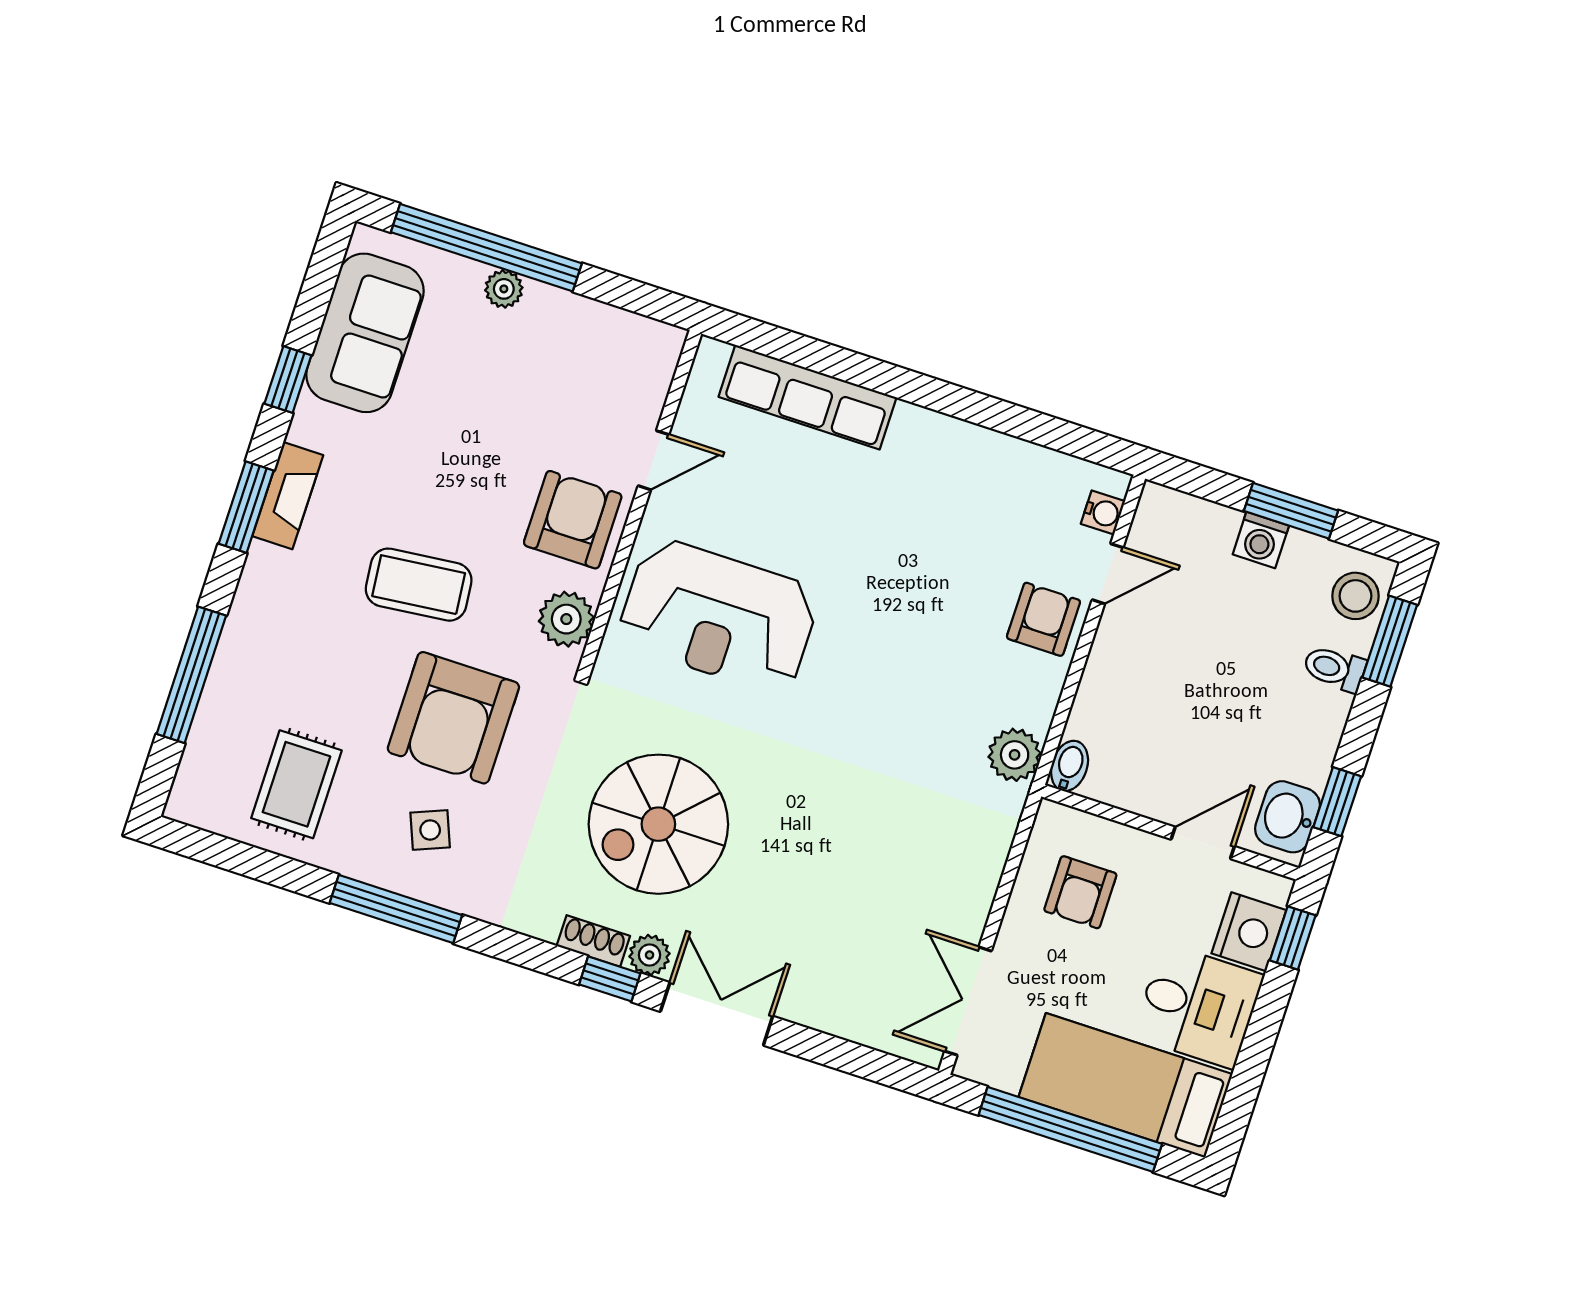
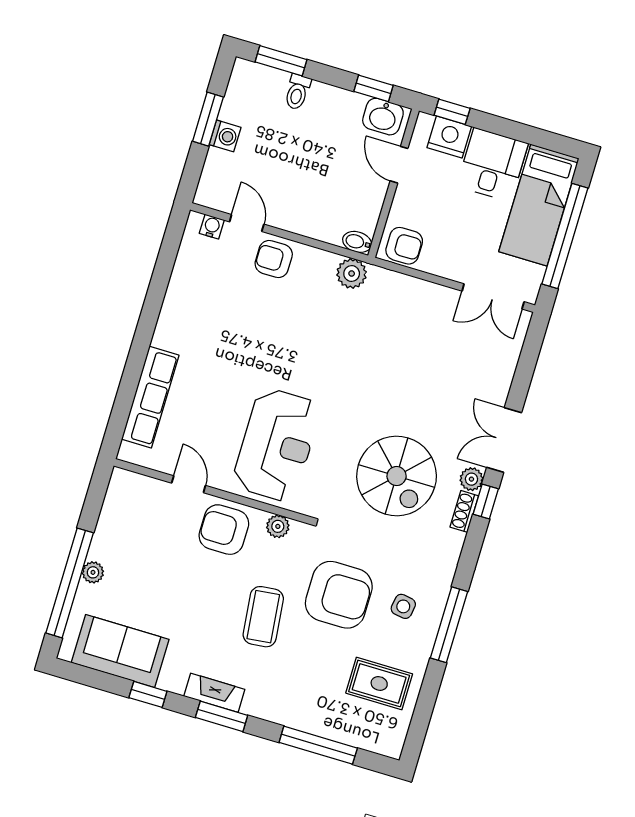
stool: (1355, 596) -> (256, 81), removed
plant: (566, 619) -> (278, 526), width x0.73, depth x0.73
side table: (430, 830) -> (403, 606), turned 31
armchair: (1080, 892) -> (404, 246), moved

